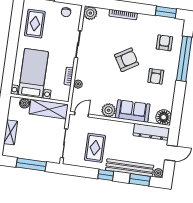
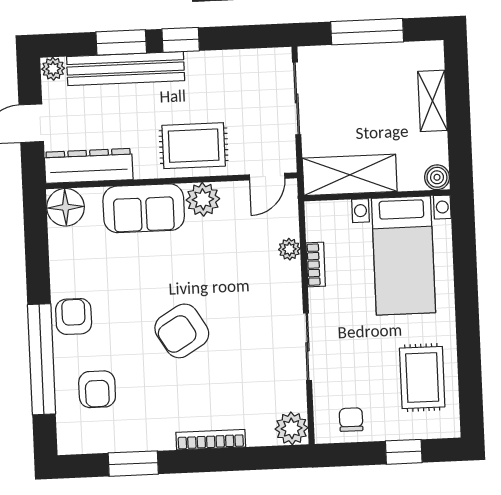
window: (166, 12) -> (133, 464), moved
armchair: (156, 76) -> (74, 316), moved
boiler: (25, 103) -> (437, 177), moved
rug: (95, 148) -> (194, 146), moved, turned 90
window: (140, 180) -> (121, 42), moved

